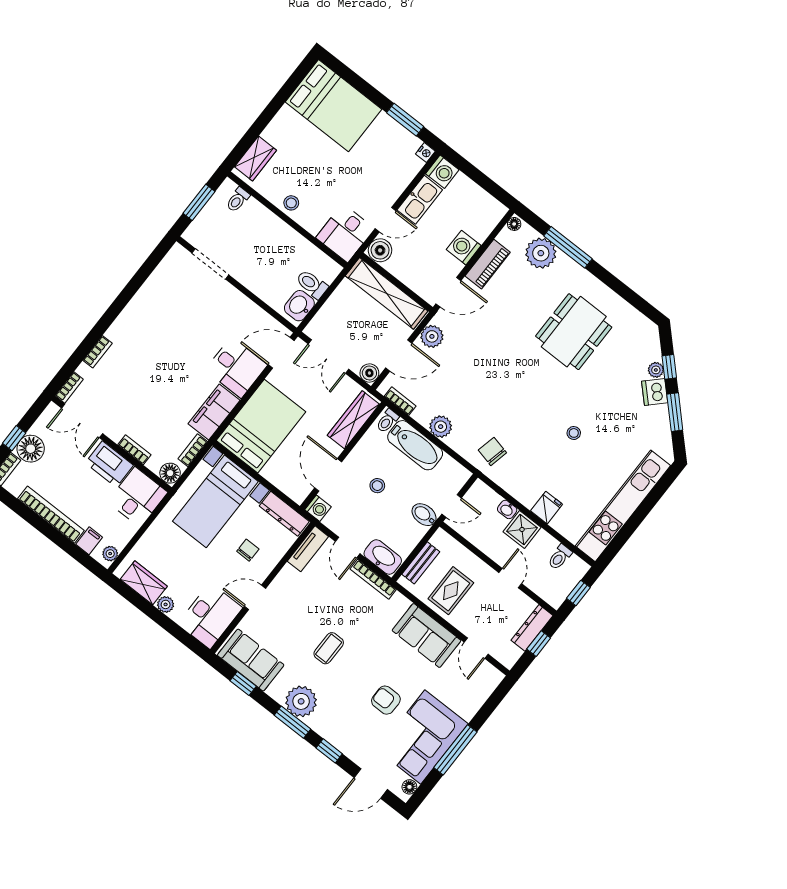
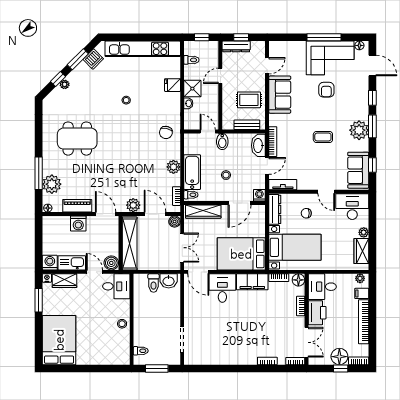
wardrobe: (255, 158) -> (65, 281), moved, turned 180
dishwasher: (655, 392) -> (93, 59), moved

